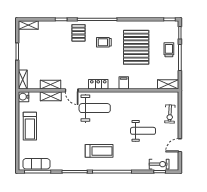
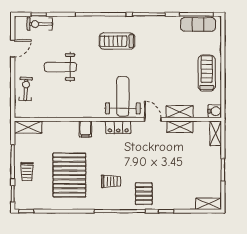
weight bench: (95, 108) -> (123, 96), turned 90

